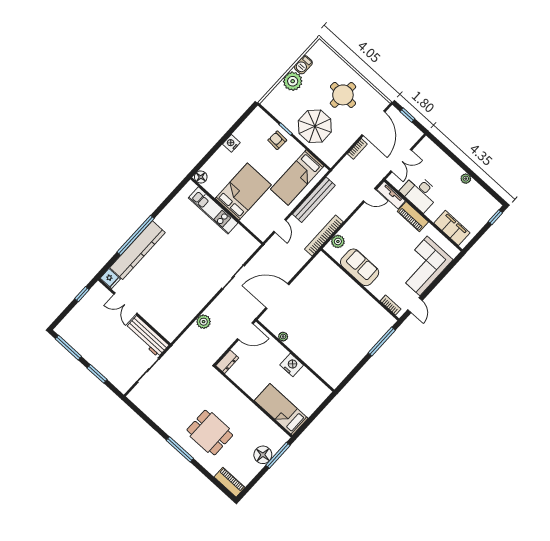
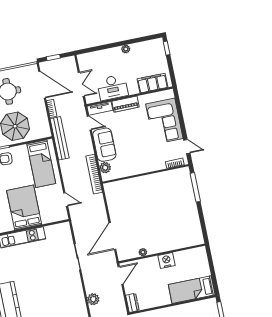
door: (370, 195) -> (89, 123), hinge flipped
bench: (314, 200) -> (60, 138), moved
sofa: (360, 267) -> (104, 145), moved, turned 90

